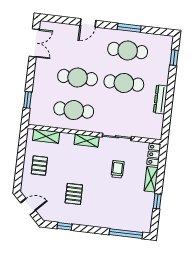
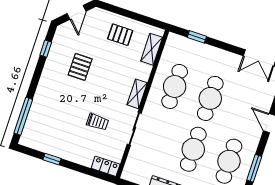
shelving: (151, 179) -> (78, 157), removed
pallet: (74, 194) -> (80, 67), turned 90

